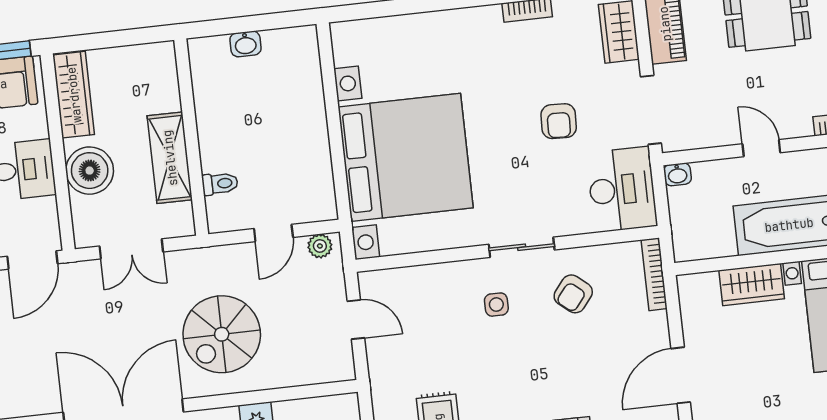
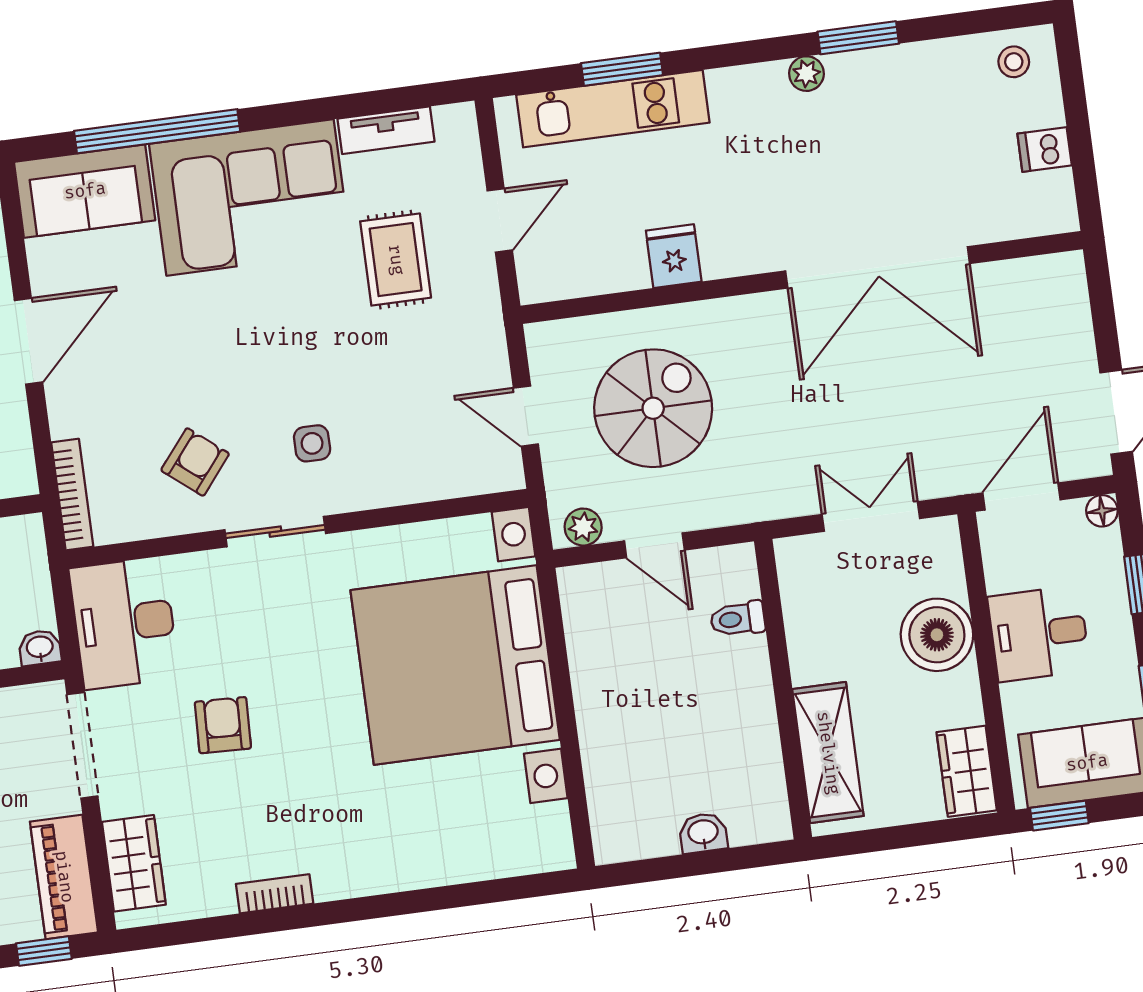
wardrobe: (74, 95) -> (967, 771), width x0.67
shelving: (170, 158) -> (828, 753), moved
door: (273, 233) -> (654, 545), swing flipped
spiral stairs: (222, 334) -> (653, 408), moved

